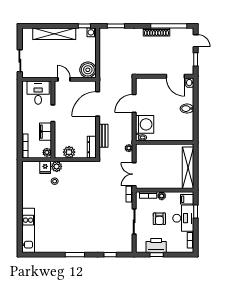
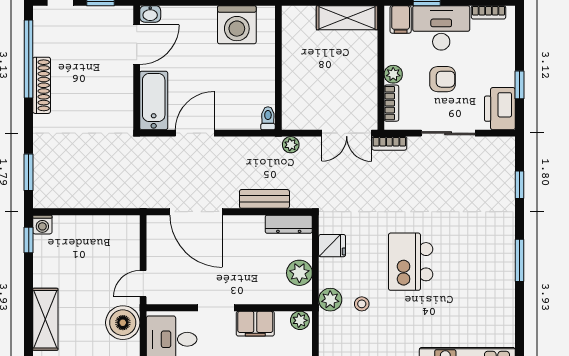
shelving: (54, 34) -> (45, 319), width x0.68
boiler: (88, 70) -> (123, 323), moved
bathtub: (149, 84) -> (154, 100), added
door: (134, 103) -> (195, 133), swing flipped
bidet: (187, 109) -> (206, 20), removed
washing machine: (145, 124) -> (237, 25), moved, turned 180
fridge: (45, 167) -> (332, 246), moved
shelving: (188, 168) -> (347, 18), width x0.68
kitchen island: (74, 204) -> (411, 262), added
printer: (156, 246) -> (500, 109), moved

